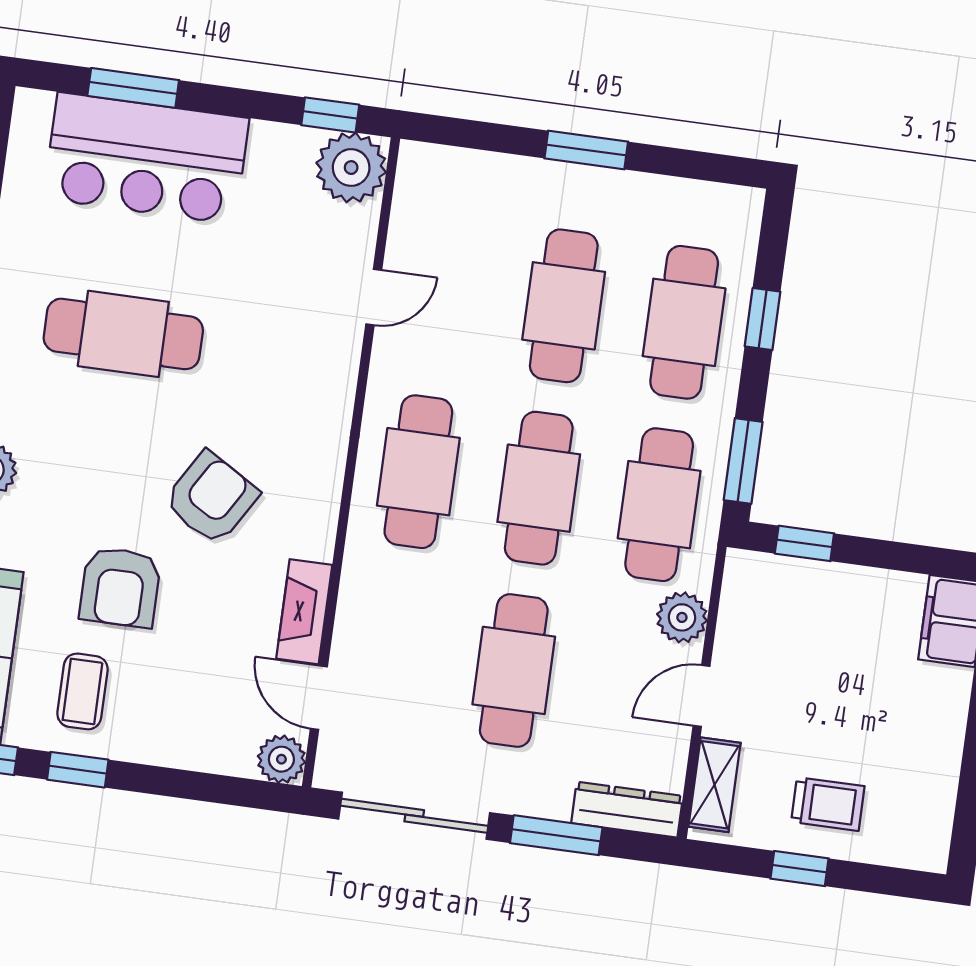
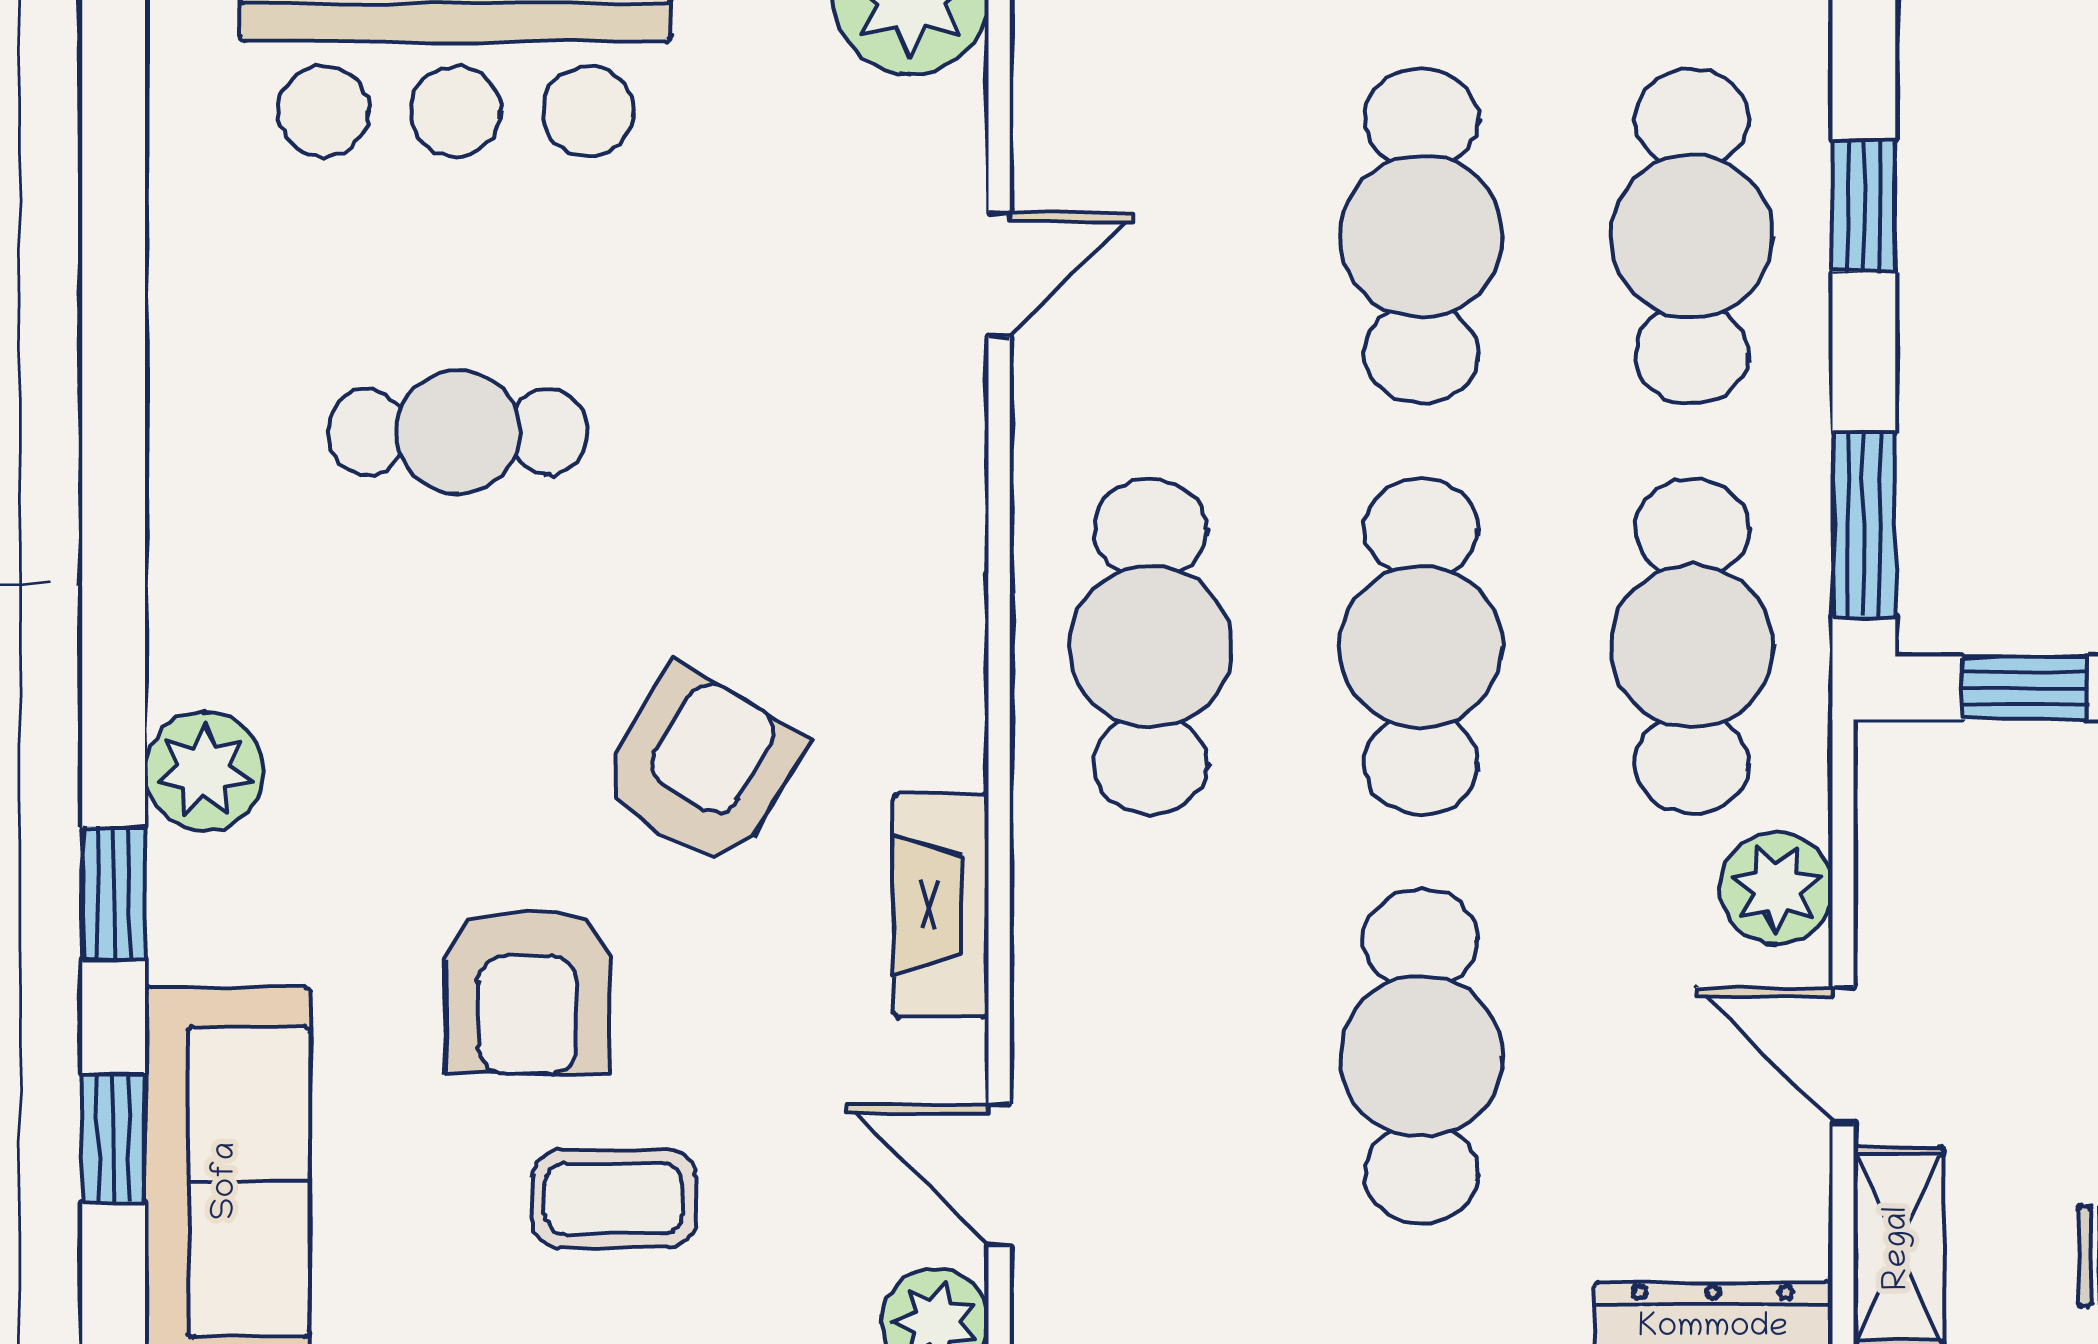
cafe table: (123, 334) -> (458, 432), width x0.73, depth x0.74
fireplace: (304, 612) -> (941, 906), moved
coffee table: (82, 691) -> (614, 1199), moved, turned 90
door: (701, 696) -> (1843, 1055), hinge flipped

